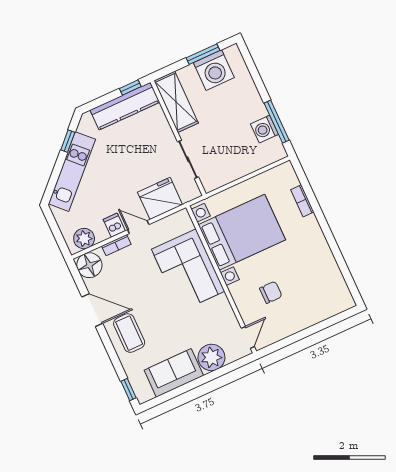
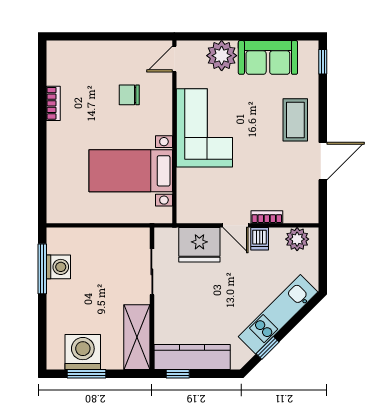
bookcase: (302, 201) -> (53, 103), moved
bed with nightstands: (242, 232) -> (131, 171), width x0.73
floor lamp: (89, 265) -> (304, 209), removed
corner sofa: (188, 270) -> (204, 128), moved
door: (92, 310) -> (323, 161), swing flipped

